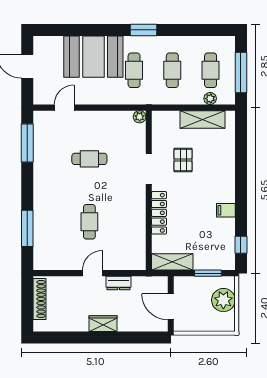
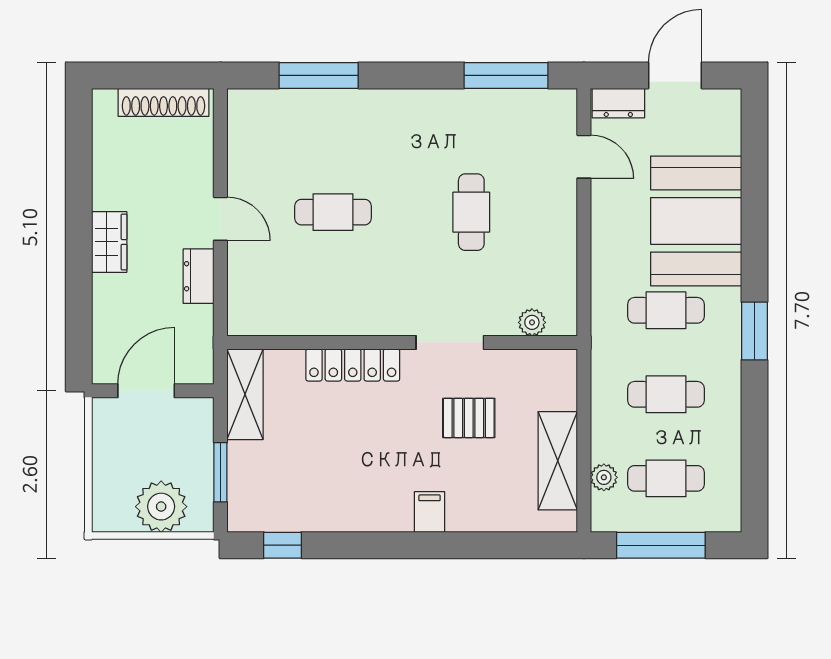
dresser: (40, 92) -> (618, 103), added
plant: (140, 117) -> (532, 322), moved
filing cabinet: (226, 210) -> (429, 512), moved

